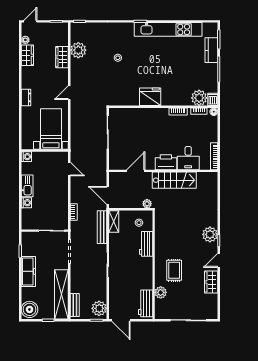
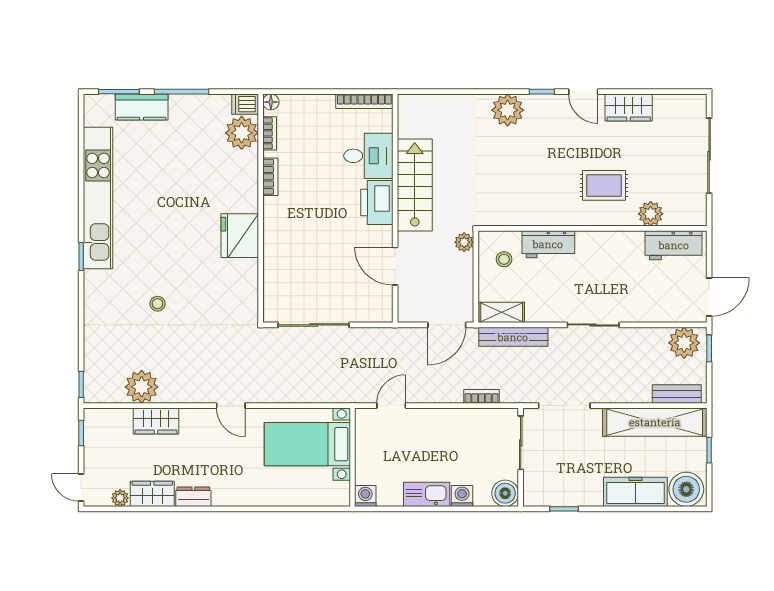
dresser: (26, 97) -> (193, 497), moved
boiler: (28, 223) -> (505, 493), added
plant: (210, 234) -> (508, 110), moved
freezer: (28, 271) -> (635, 492), moved

